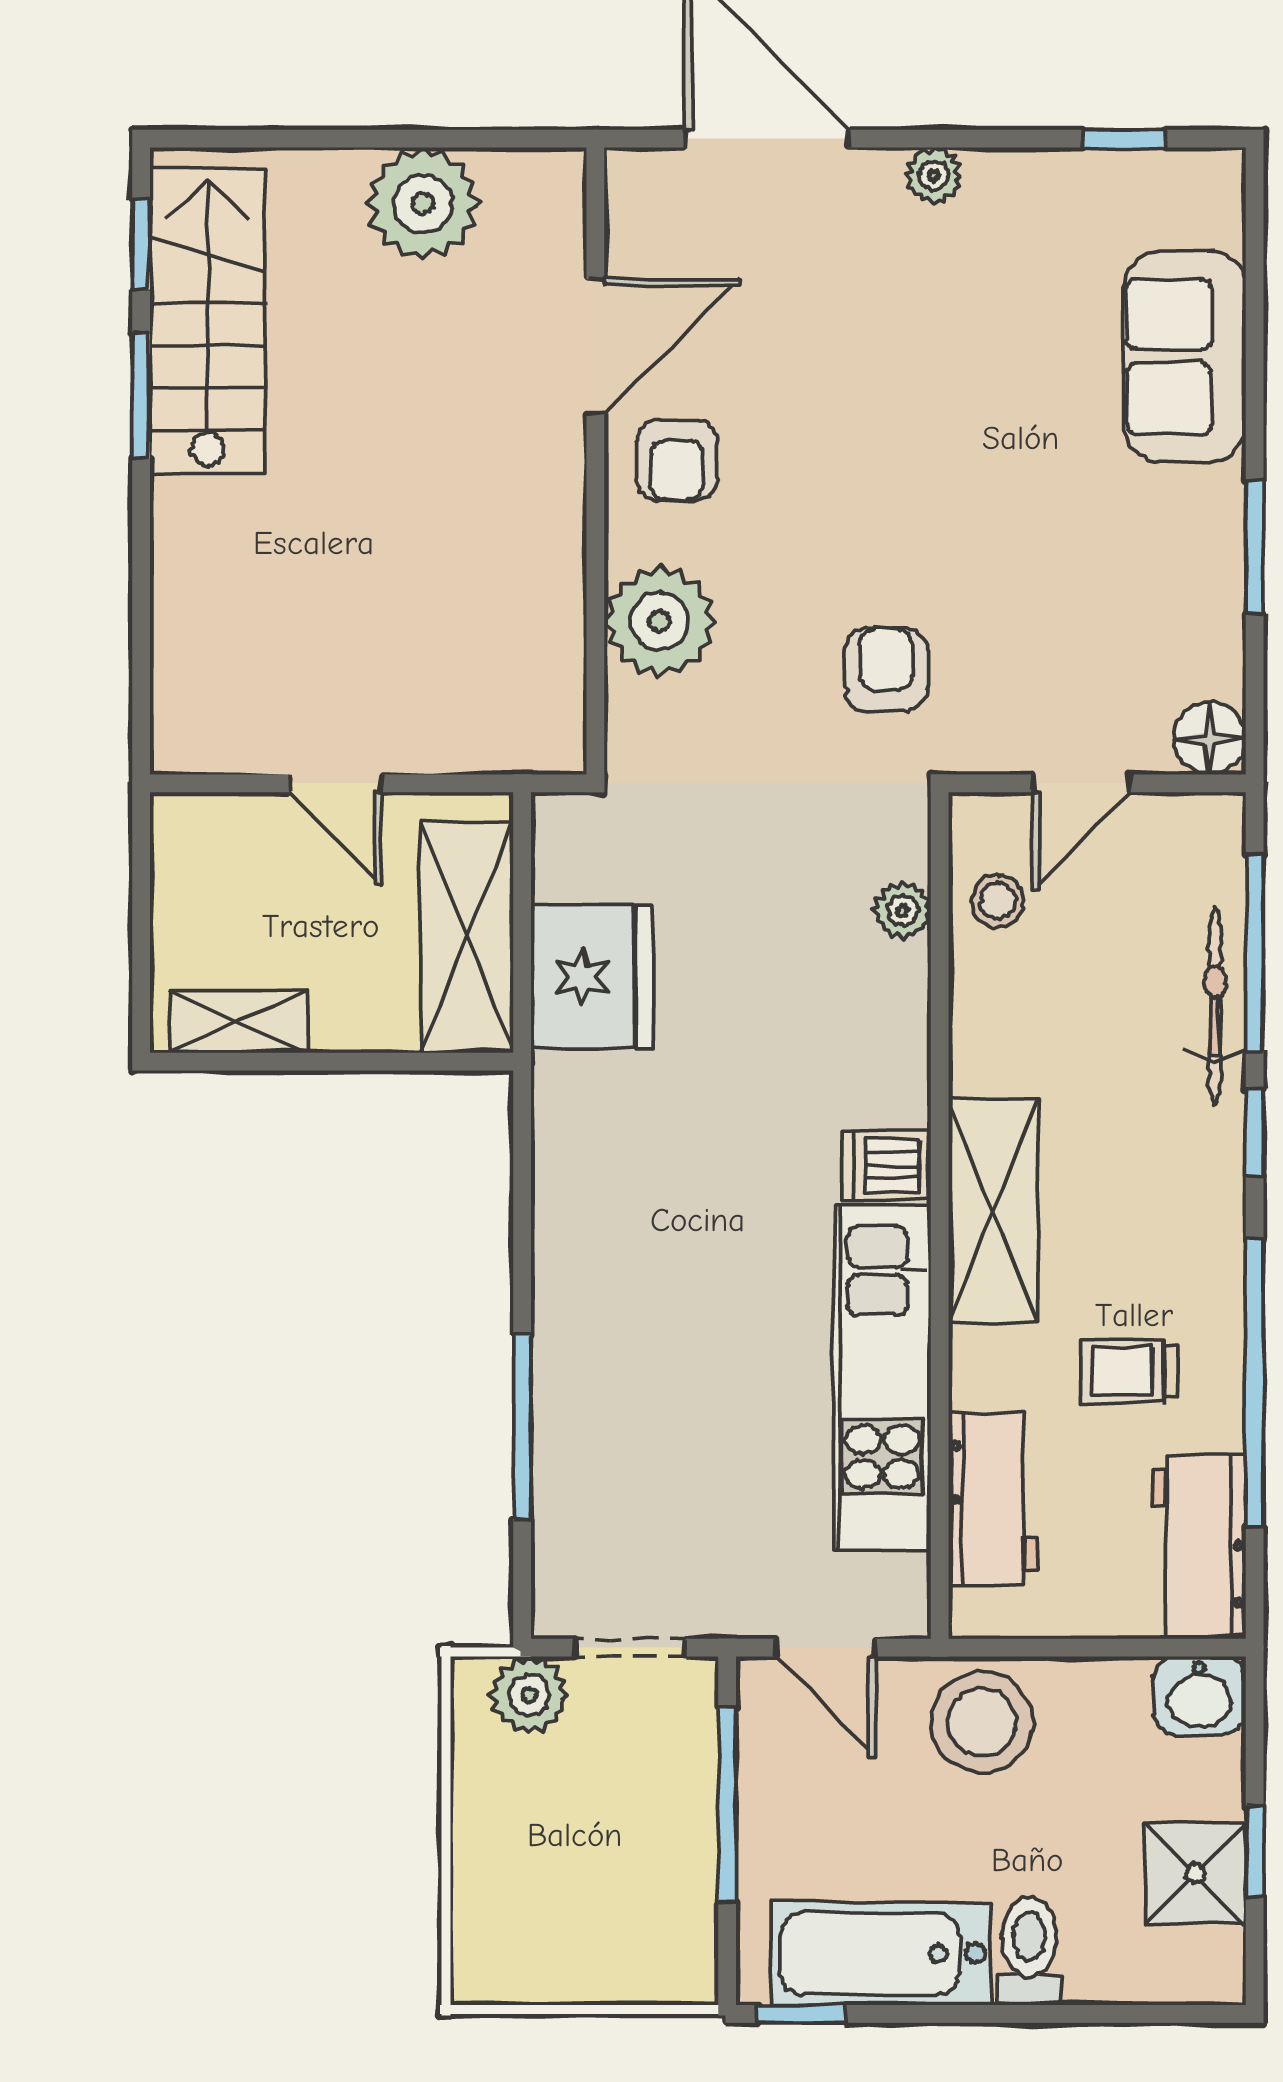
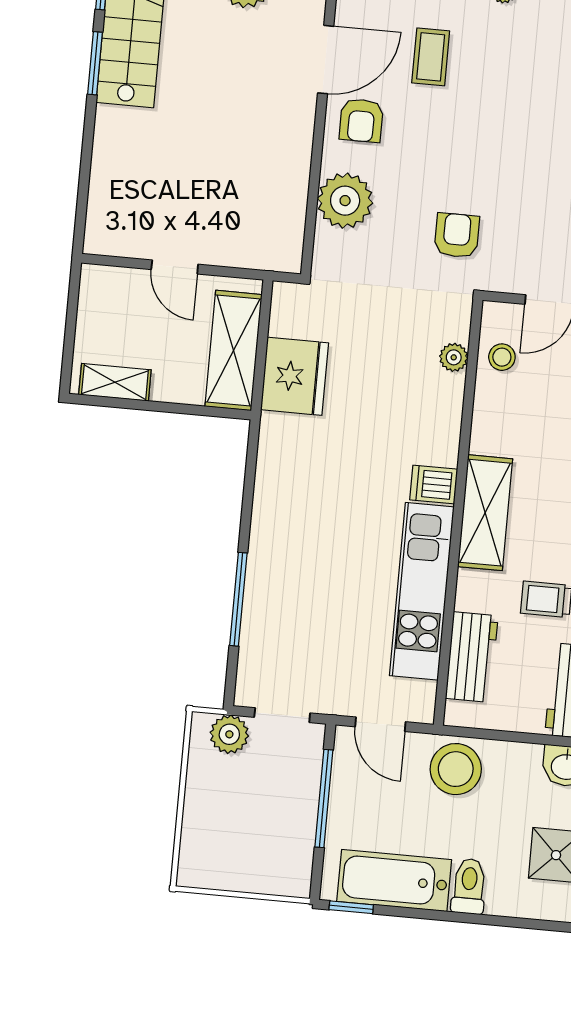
coffee table: (802, 322) -> (431, 57), added

